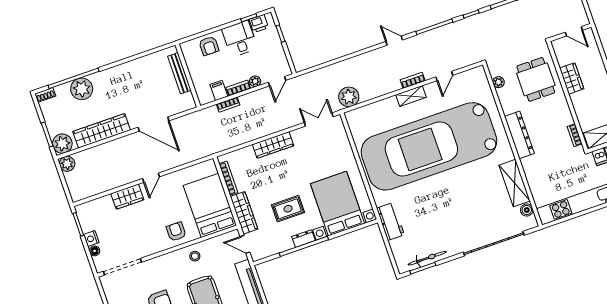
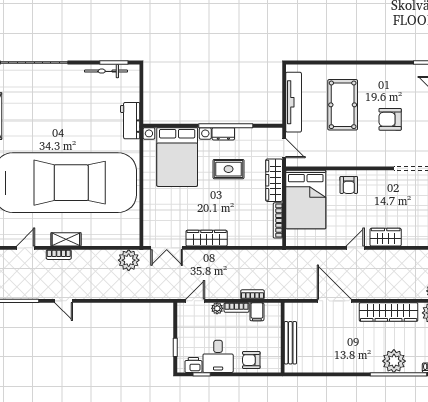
armchair: (209, 46) -> (251, 360), turned -90
wardrobe: (273, 145) -> (207, 238), moved
stool: (195, 256) -> (339, 154), removed

